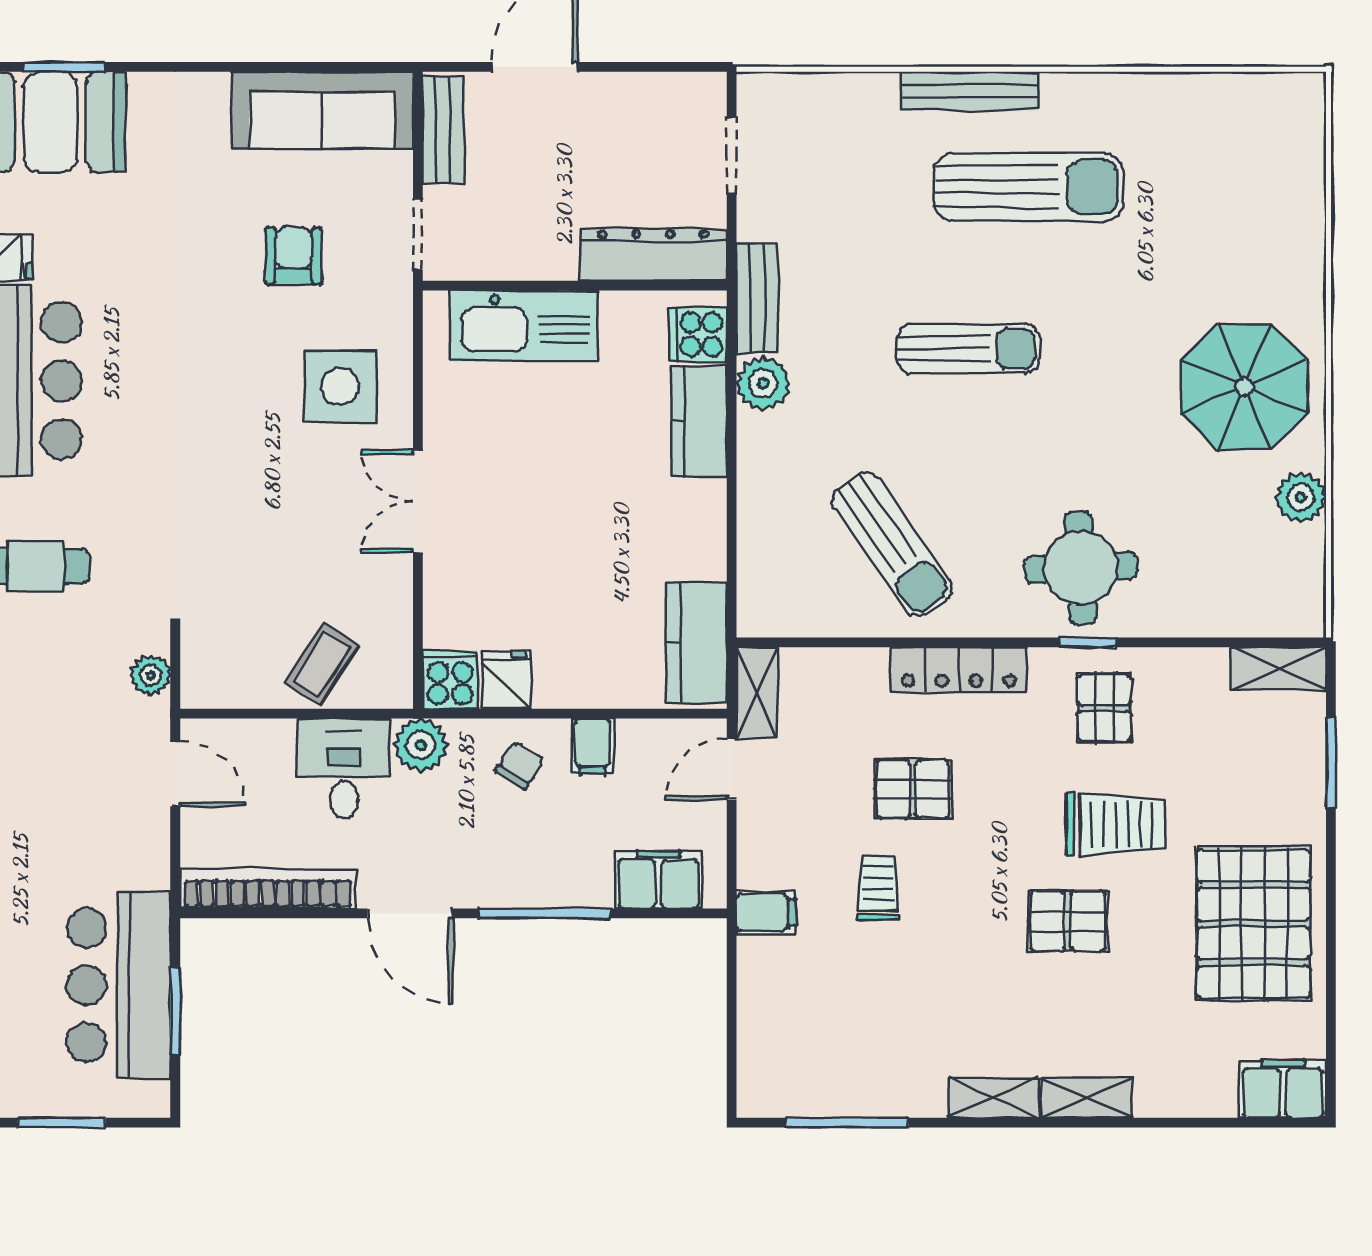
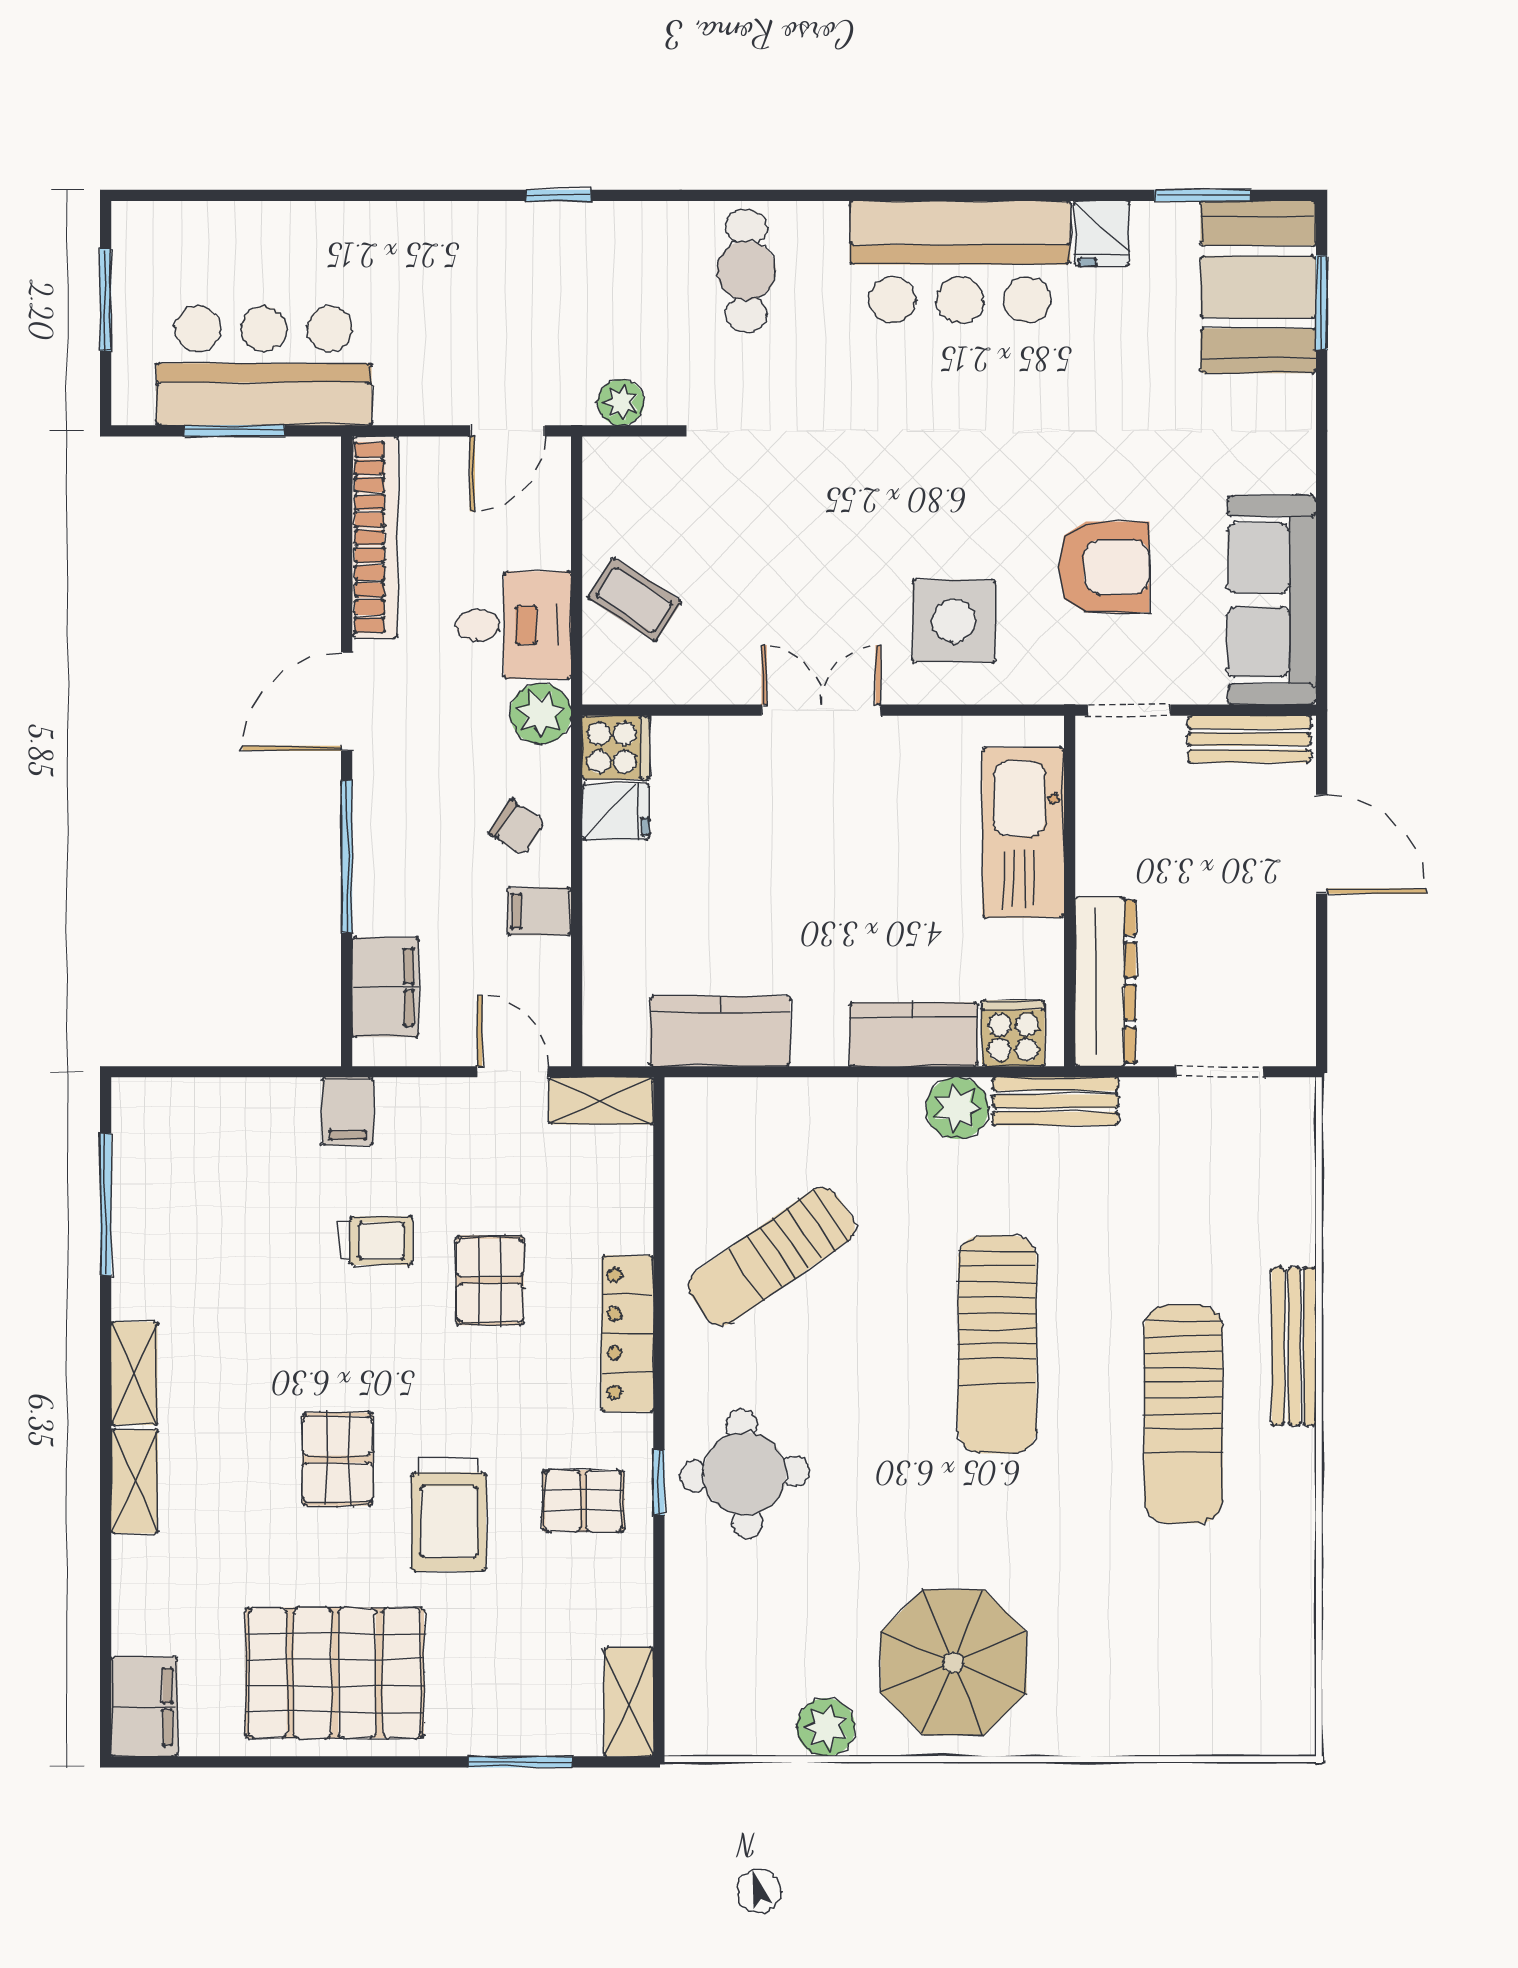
armchair: (293, 256) -> (1104, 567), width x1.38, depth x1.38
sun lounger: (968, 349) -> (997, 1344), width x1.36, depth x1.34
kitchen counter: (696, 643) -> (720, 1031), moved

